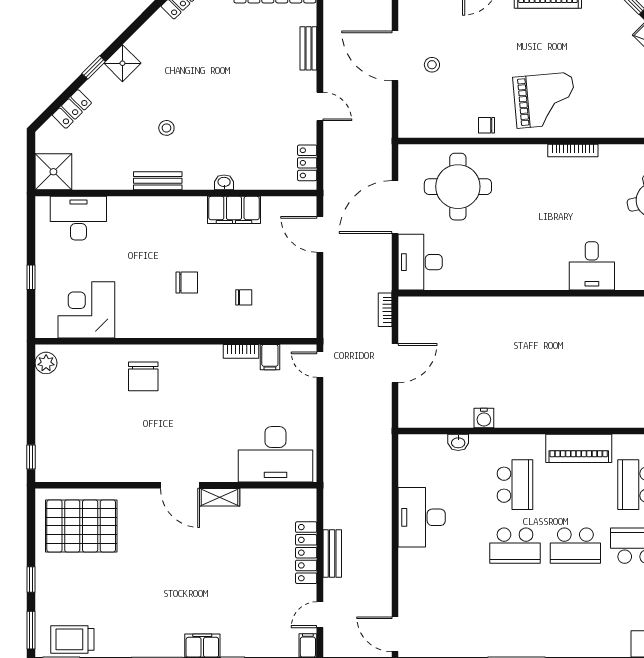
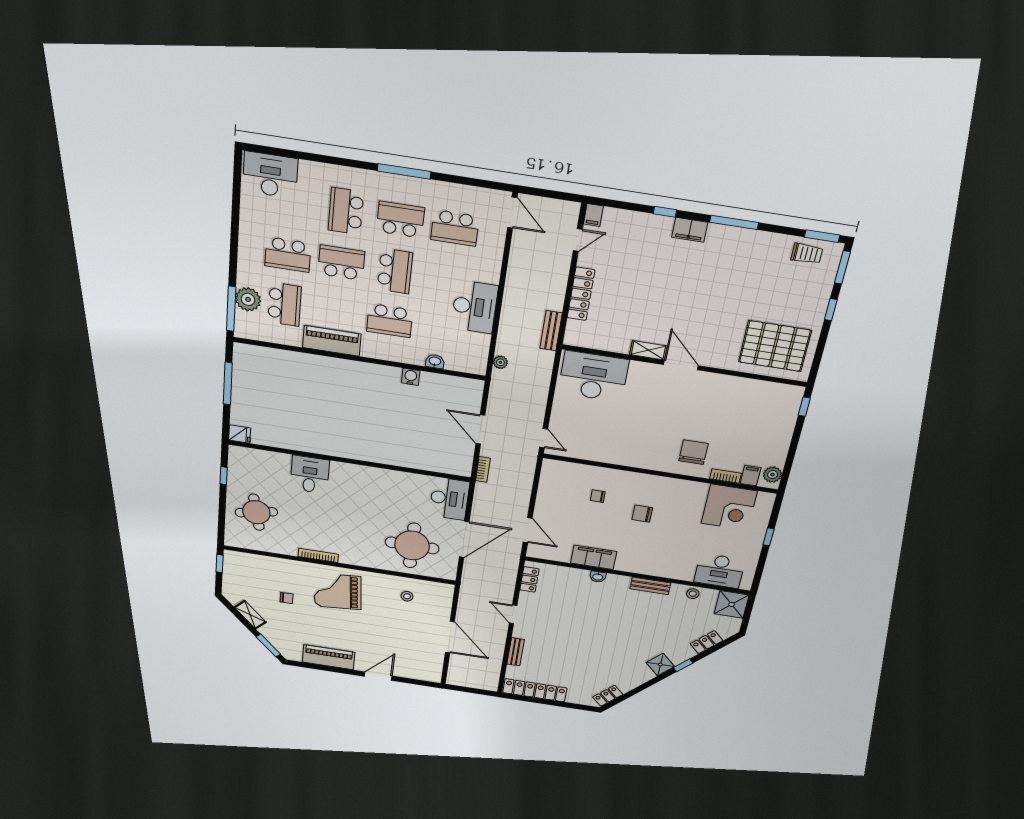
stool: (432, 65) -> (407, 596), moved
chair: (487, 125) -> (287, 598), moved
stool: (166, 128) -> (693, 594), moved
bookcase: (241, 351) -> (725, 476), moved
filing cabinet: (270, 357) -> (751, 476), moved
door: (395, 363) -> (480, 430), hinge flipped
plant: (384, 454) -> (500, 362), added
school desk: (515, 485) -> (390, 321), turned -90
school desk: (515, 546) -> (395, 271), turned 90
bench: (332, 553) -> (551, 331), moved
school desk: (455, 607) -> (455, 228), added
school desk: (515, 607) -> (400, 220), added
school desk: (575, 607) -> (346, 211), added
trolley: (72, 639) -> (807, 254), width x0.73, depth x0.72

